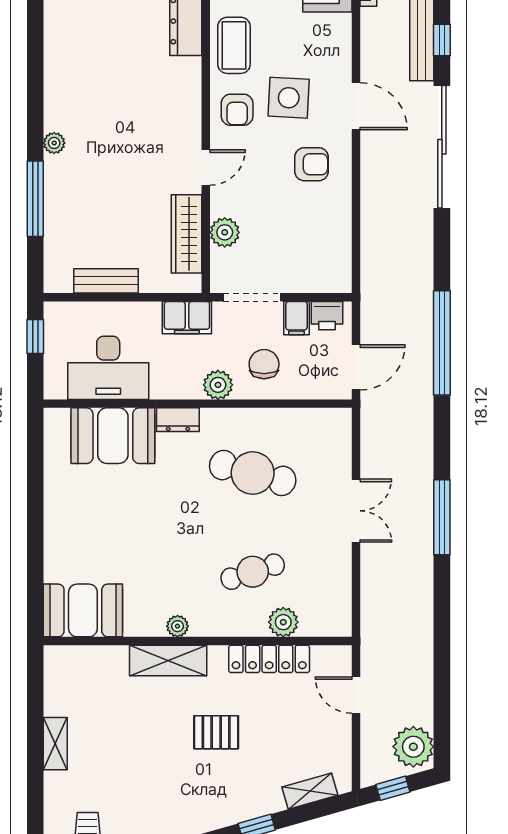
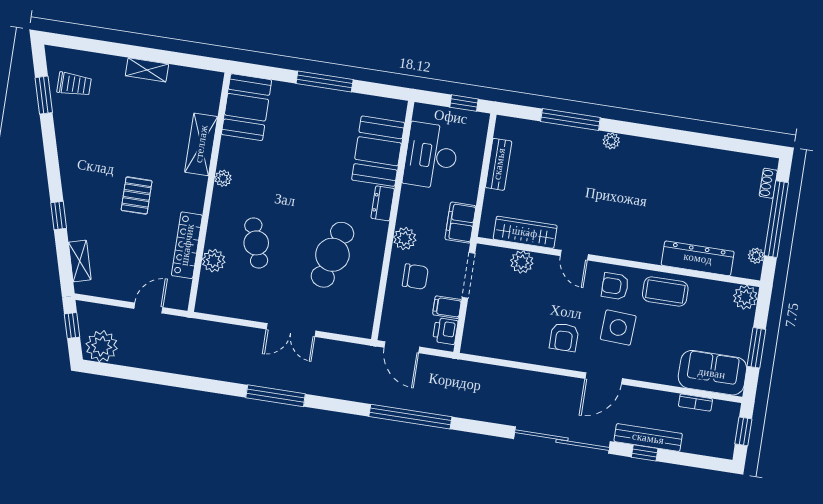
window: (35, 517) -> (325, 81), added
shelving: (168, 661) -> (201, 144), moved

